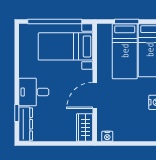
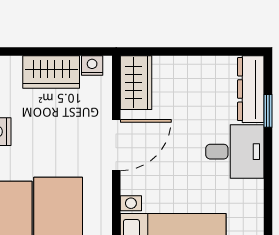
wardrobe: (128, 133) -> (51, 72), added

